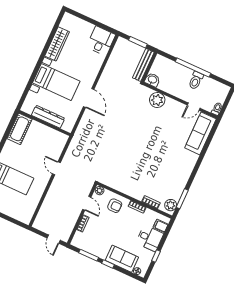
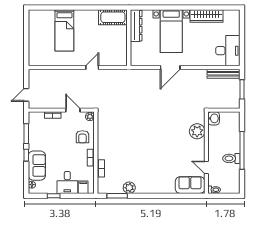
desk: (101, 41) -> (228, 51), width x1.37
bench: (143, 65) -> (223, 74), moved
dresser: (48, 117) -> (136, 26), moved
sofa: (201, 133) -> (190, 185), width x0.73
door: (87, 203) -> (73, 110), swing flipped
plant: (171, 205) -> (129, 188), moved

